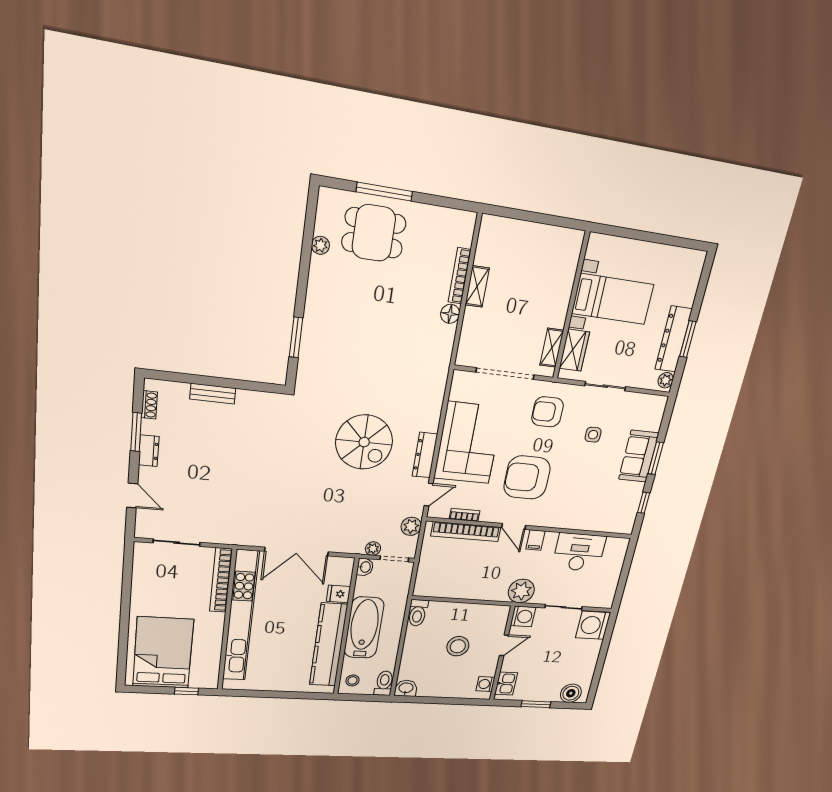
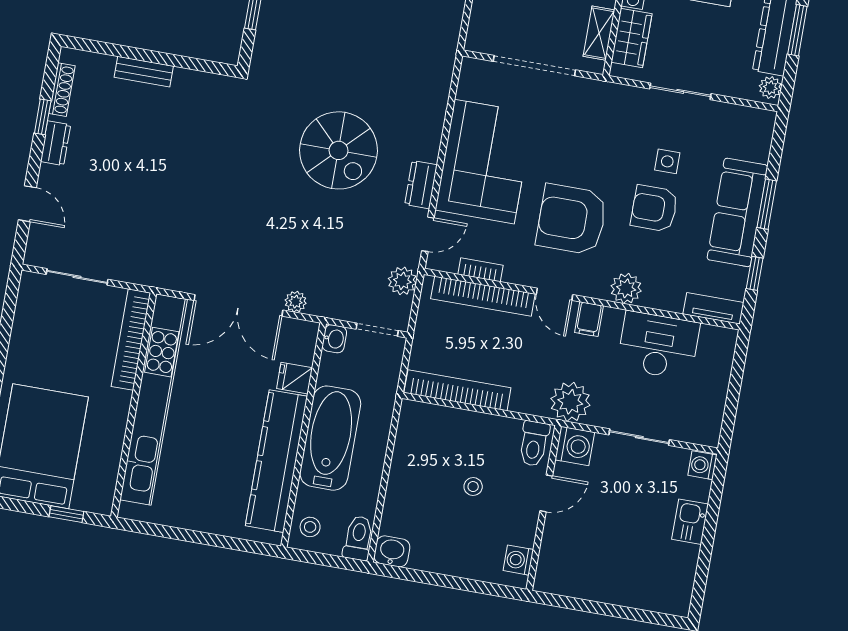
shoe rack: (149, 405) -> (62, 90), width x1.43
armchair: (548, 412) -> (654, 208), moved
window: (136, 432) -> (43, 117), width x0.67
dresser: (425, 455) -> (421, 185), width x0.70
sofa: (639, 456) -> (737, 212), width x1.36
plant: (561, 519) -> (626, 288), added
tv unit: (616, 527) -> (713, 308), added
plant: (373, 549) -> (296, 302), moved
bookcase: (448, 591) -> (457, 390), added
toilet: (418, 613) -> (534, 444), moved
washing machine: (593, 625) -> (702, 465), width x0.53, depth x0.53
stool: (458, 646) -> (473, 487), width x0.53, depth x0.53
kitchen sink: (506, 684) -> (690, 522), moved, turned 180
boiler: (571, 693) -> (661, 596), removed
window: (536, 704) -> (603, 609), removed

